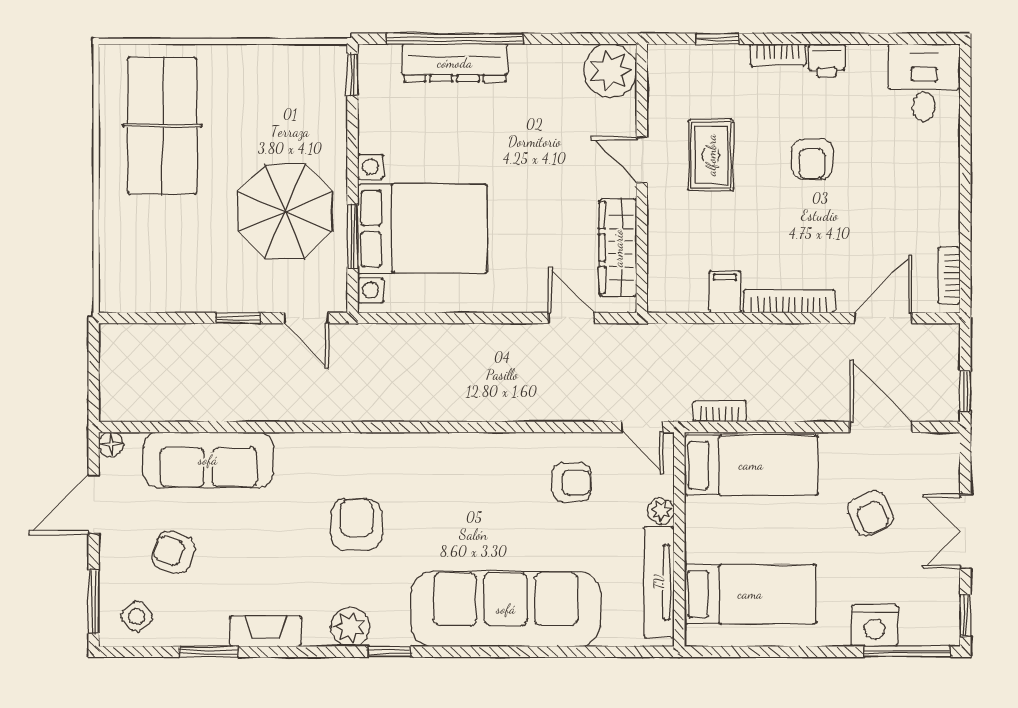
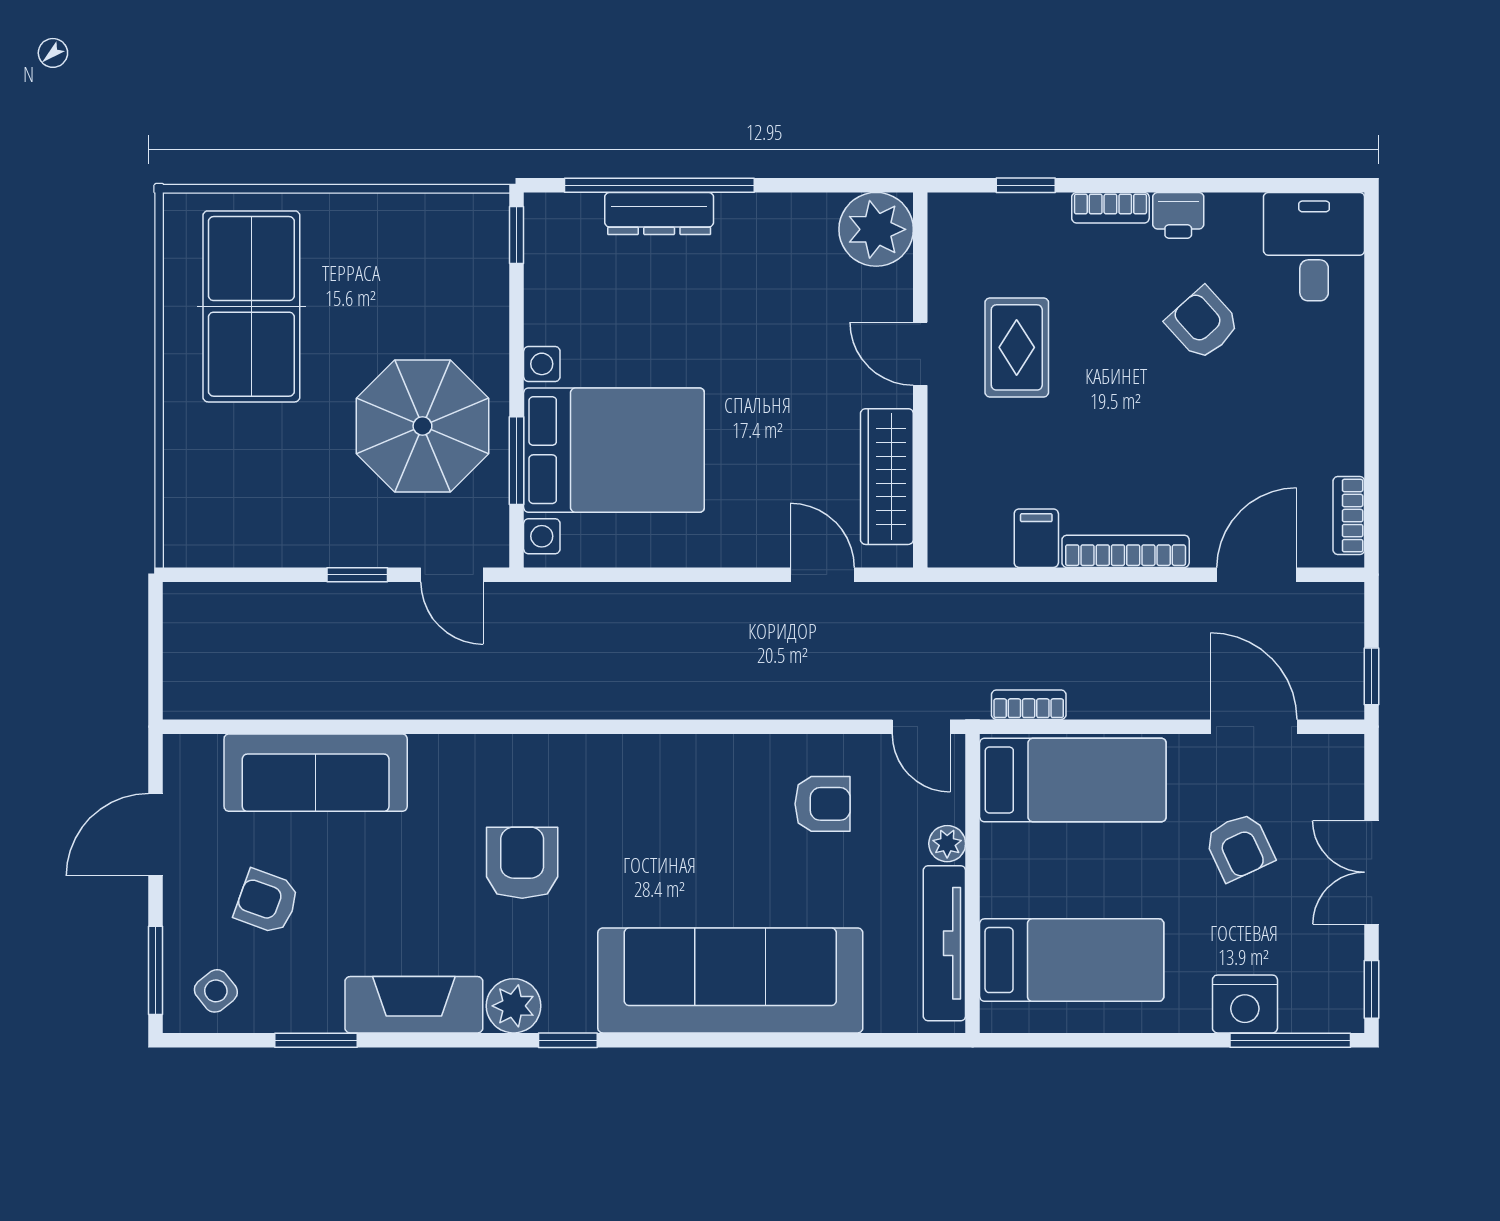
dresser: (455, 63) -> (659, 213), width x0.73, depth x0.80
armchair: (812, 159) -> (1203, 323), moved, turned 138
floor lamp: (111, 444) -> (180, 751), removed
fireplace: (265, 631) -> (414, 1005), width x1.37, depth x1.32

